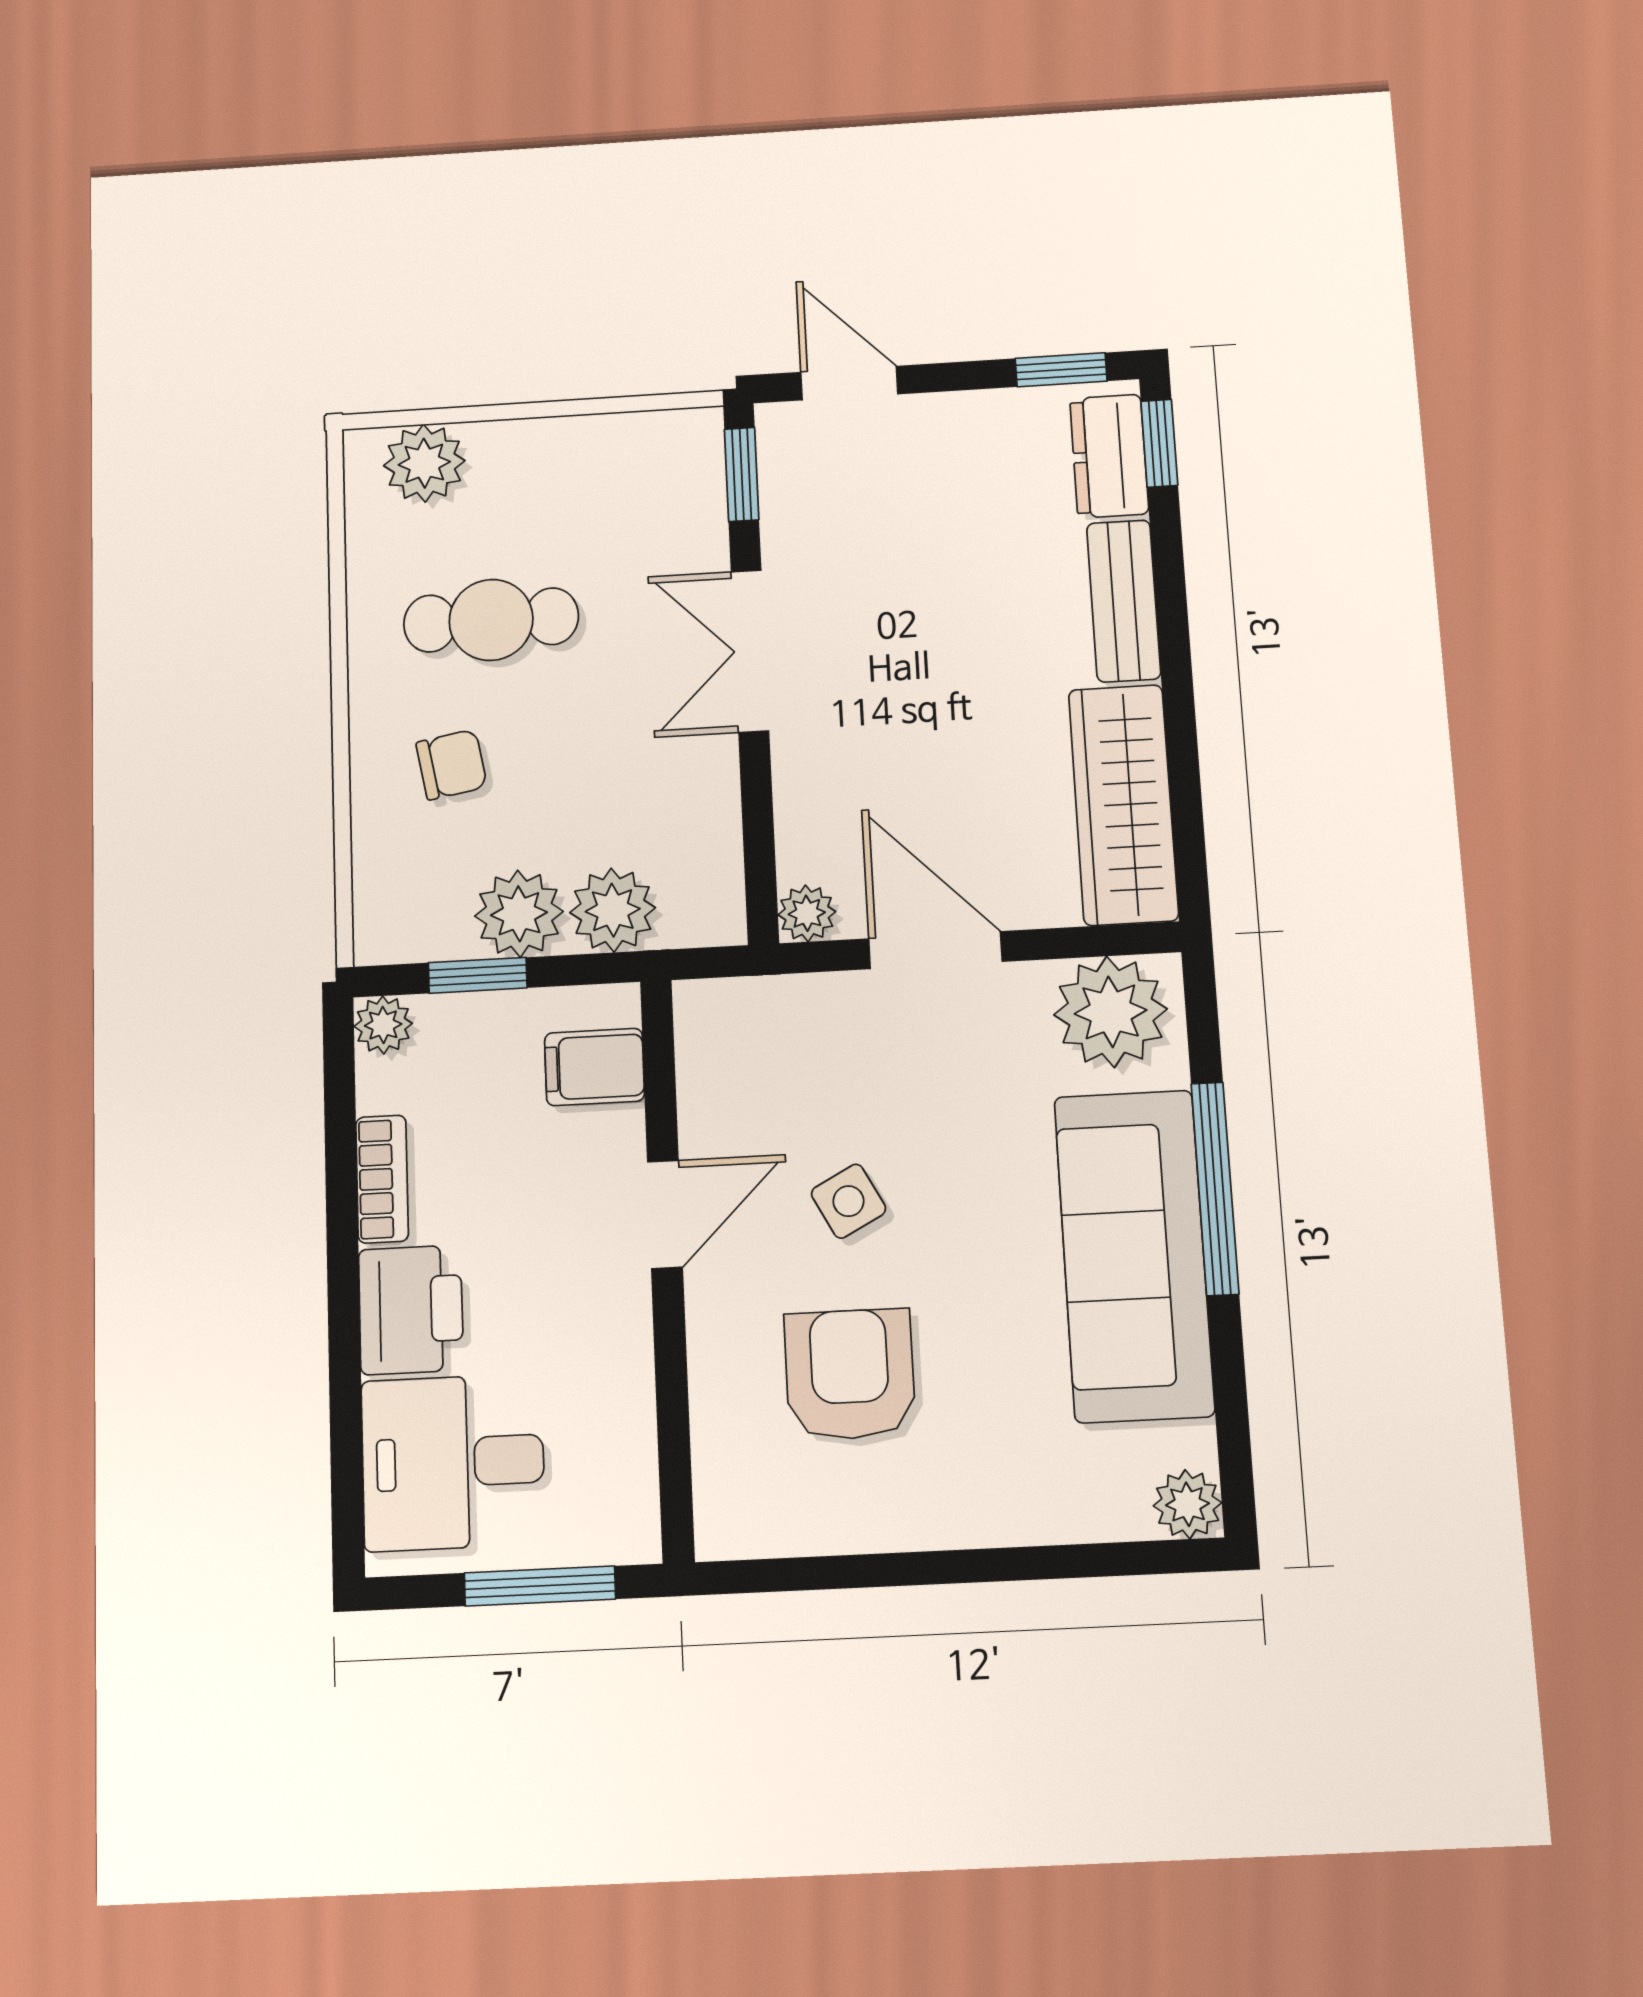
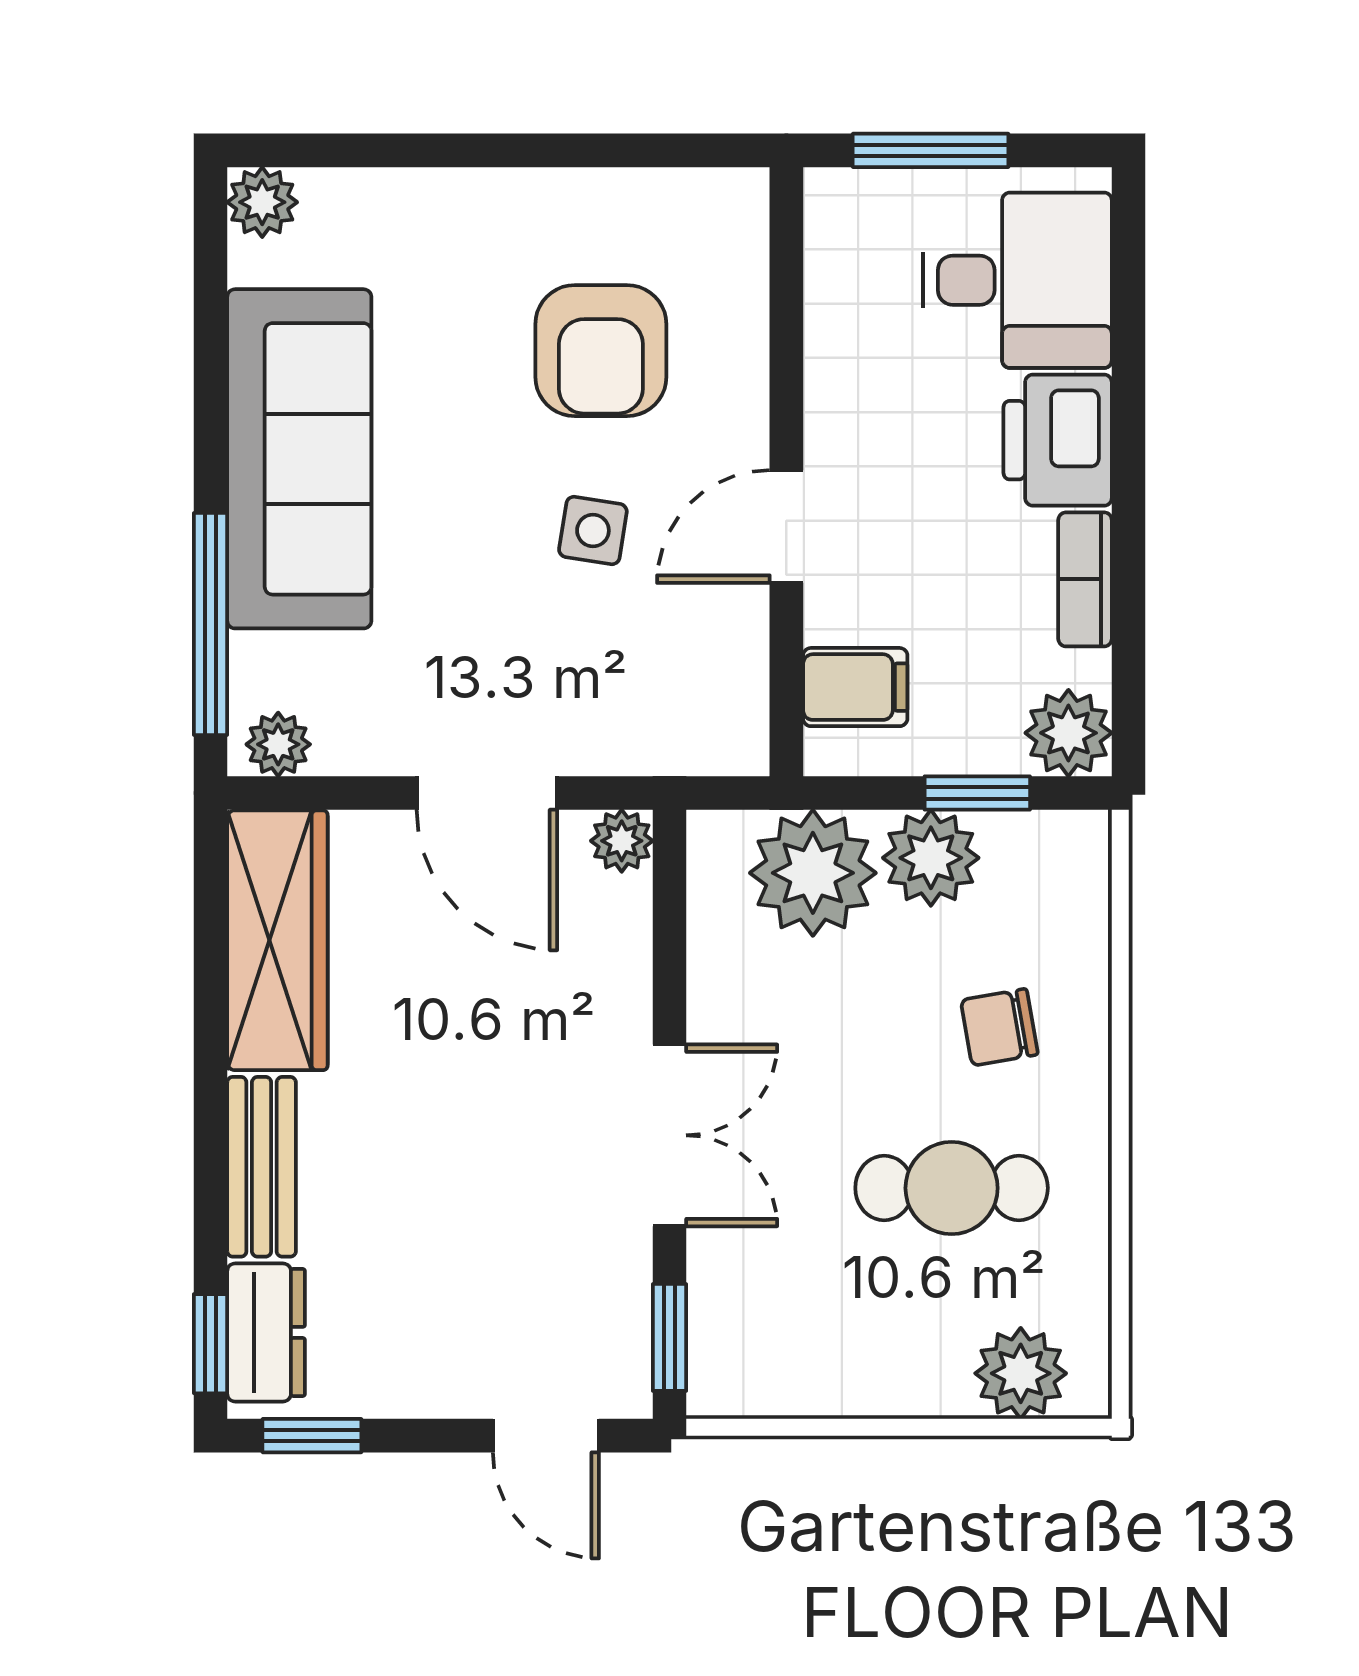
plant: (613, 910) -> (813, 873), width x1.36, depth x1.36
plant: (1111, 1012) -> (278, 744), width x0.53, depth x0.53
plant: (383, 1025) -> (1068, 733), width x1.38, depth x1.38
window: (1215, 1188) -> (210, 624), moved
side table: (849, 1201) -> (593, 531), turned 37

